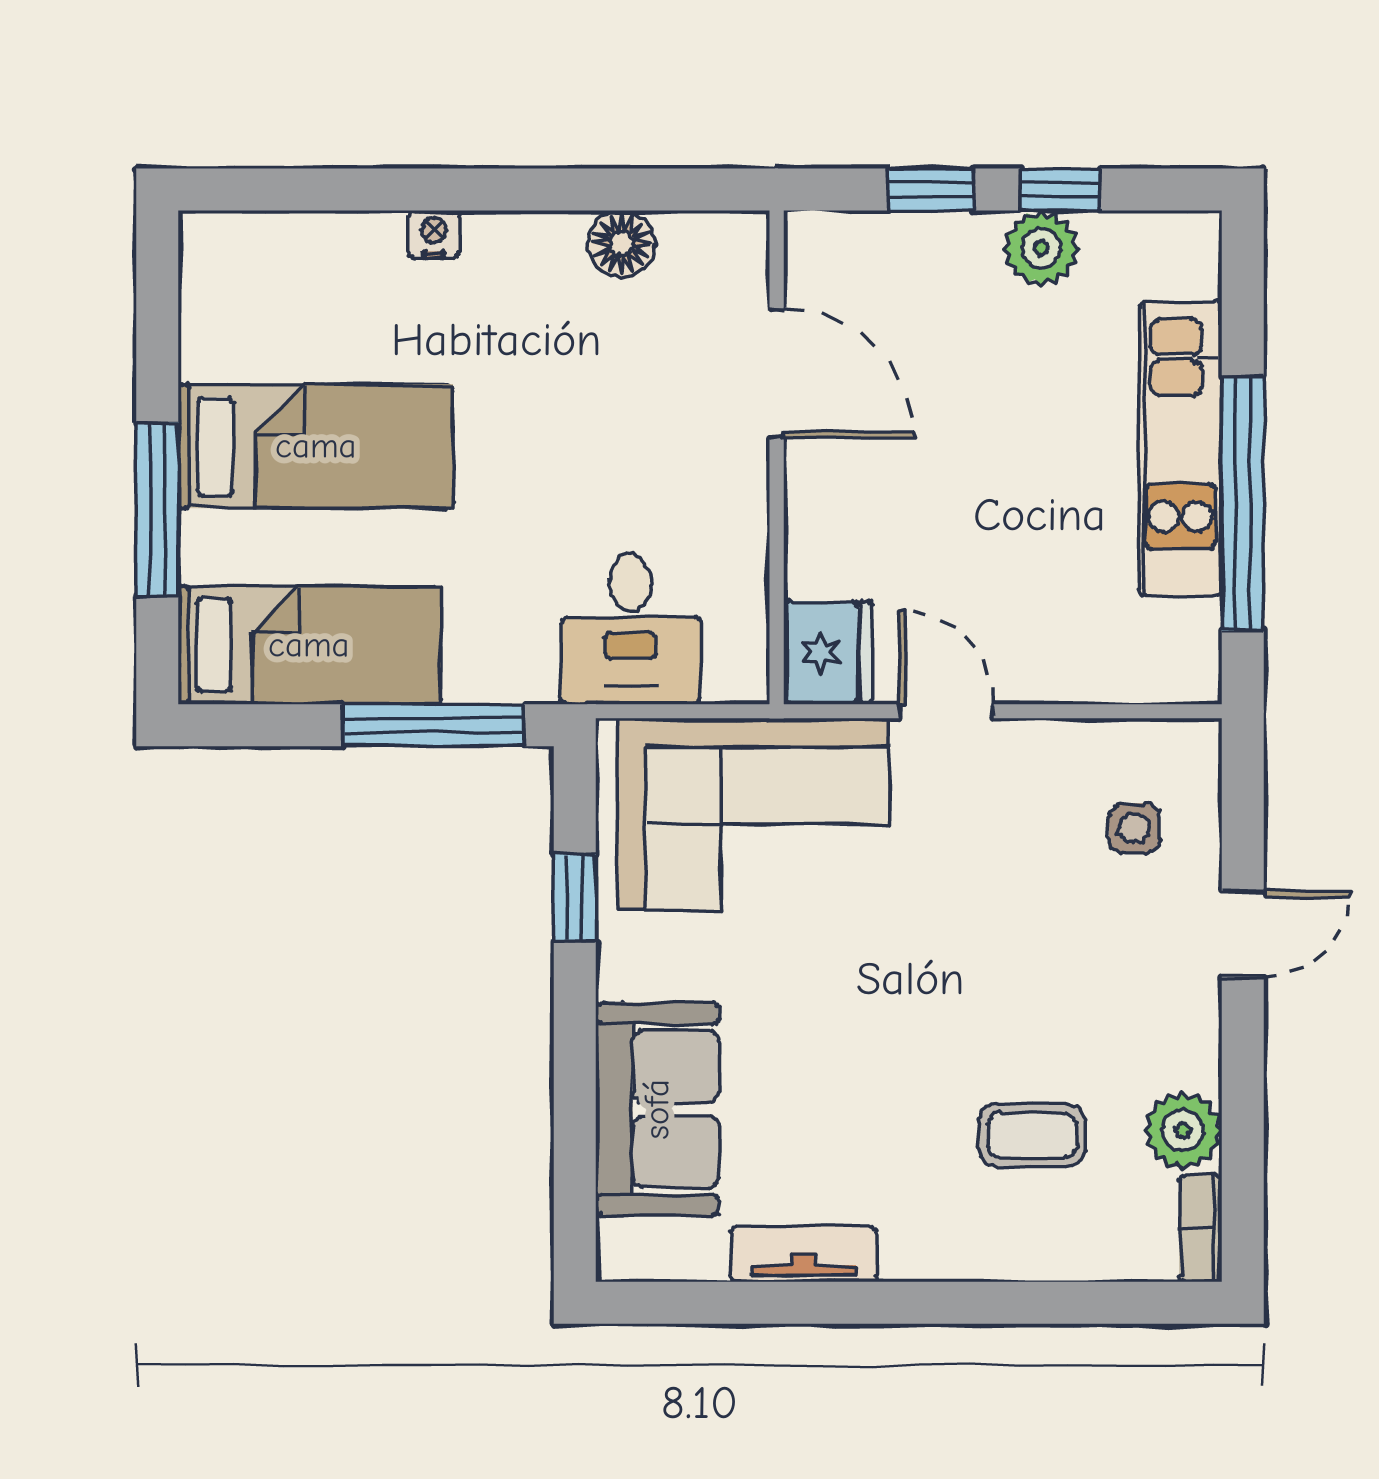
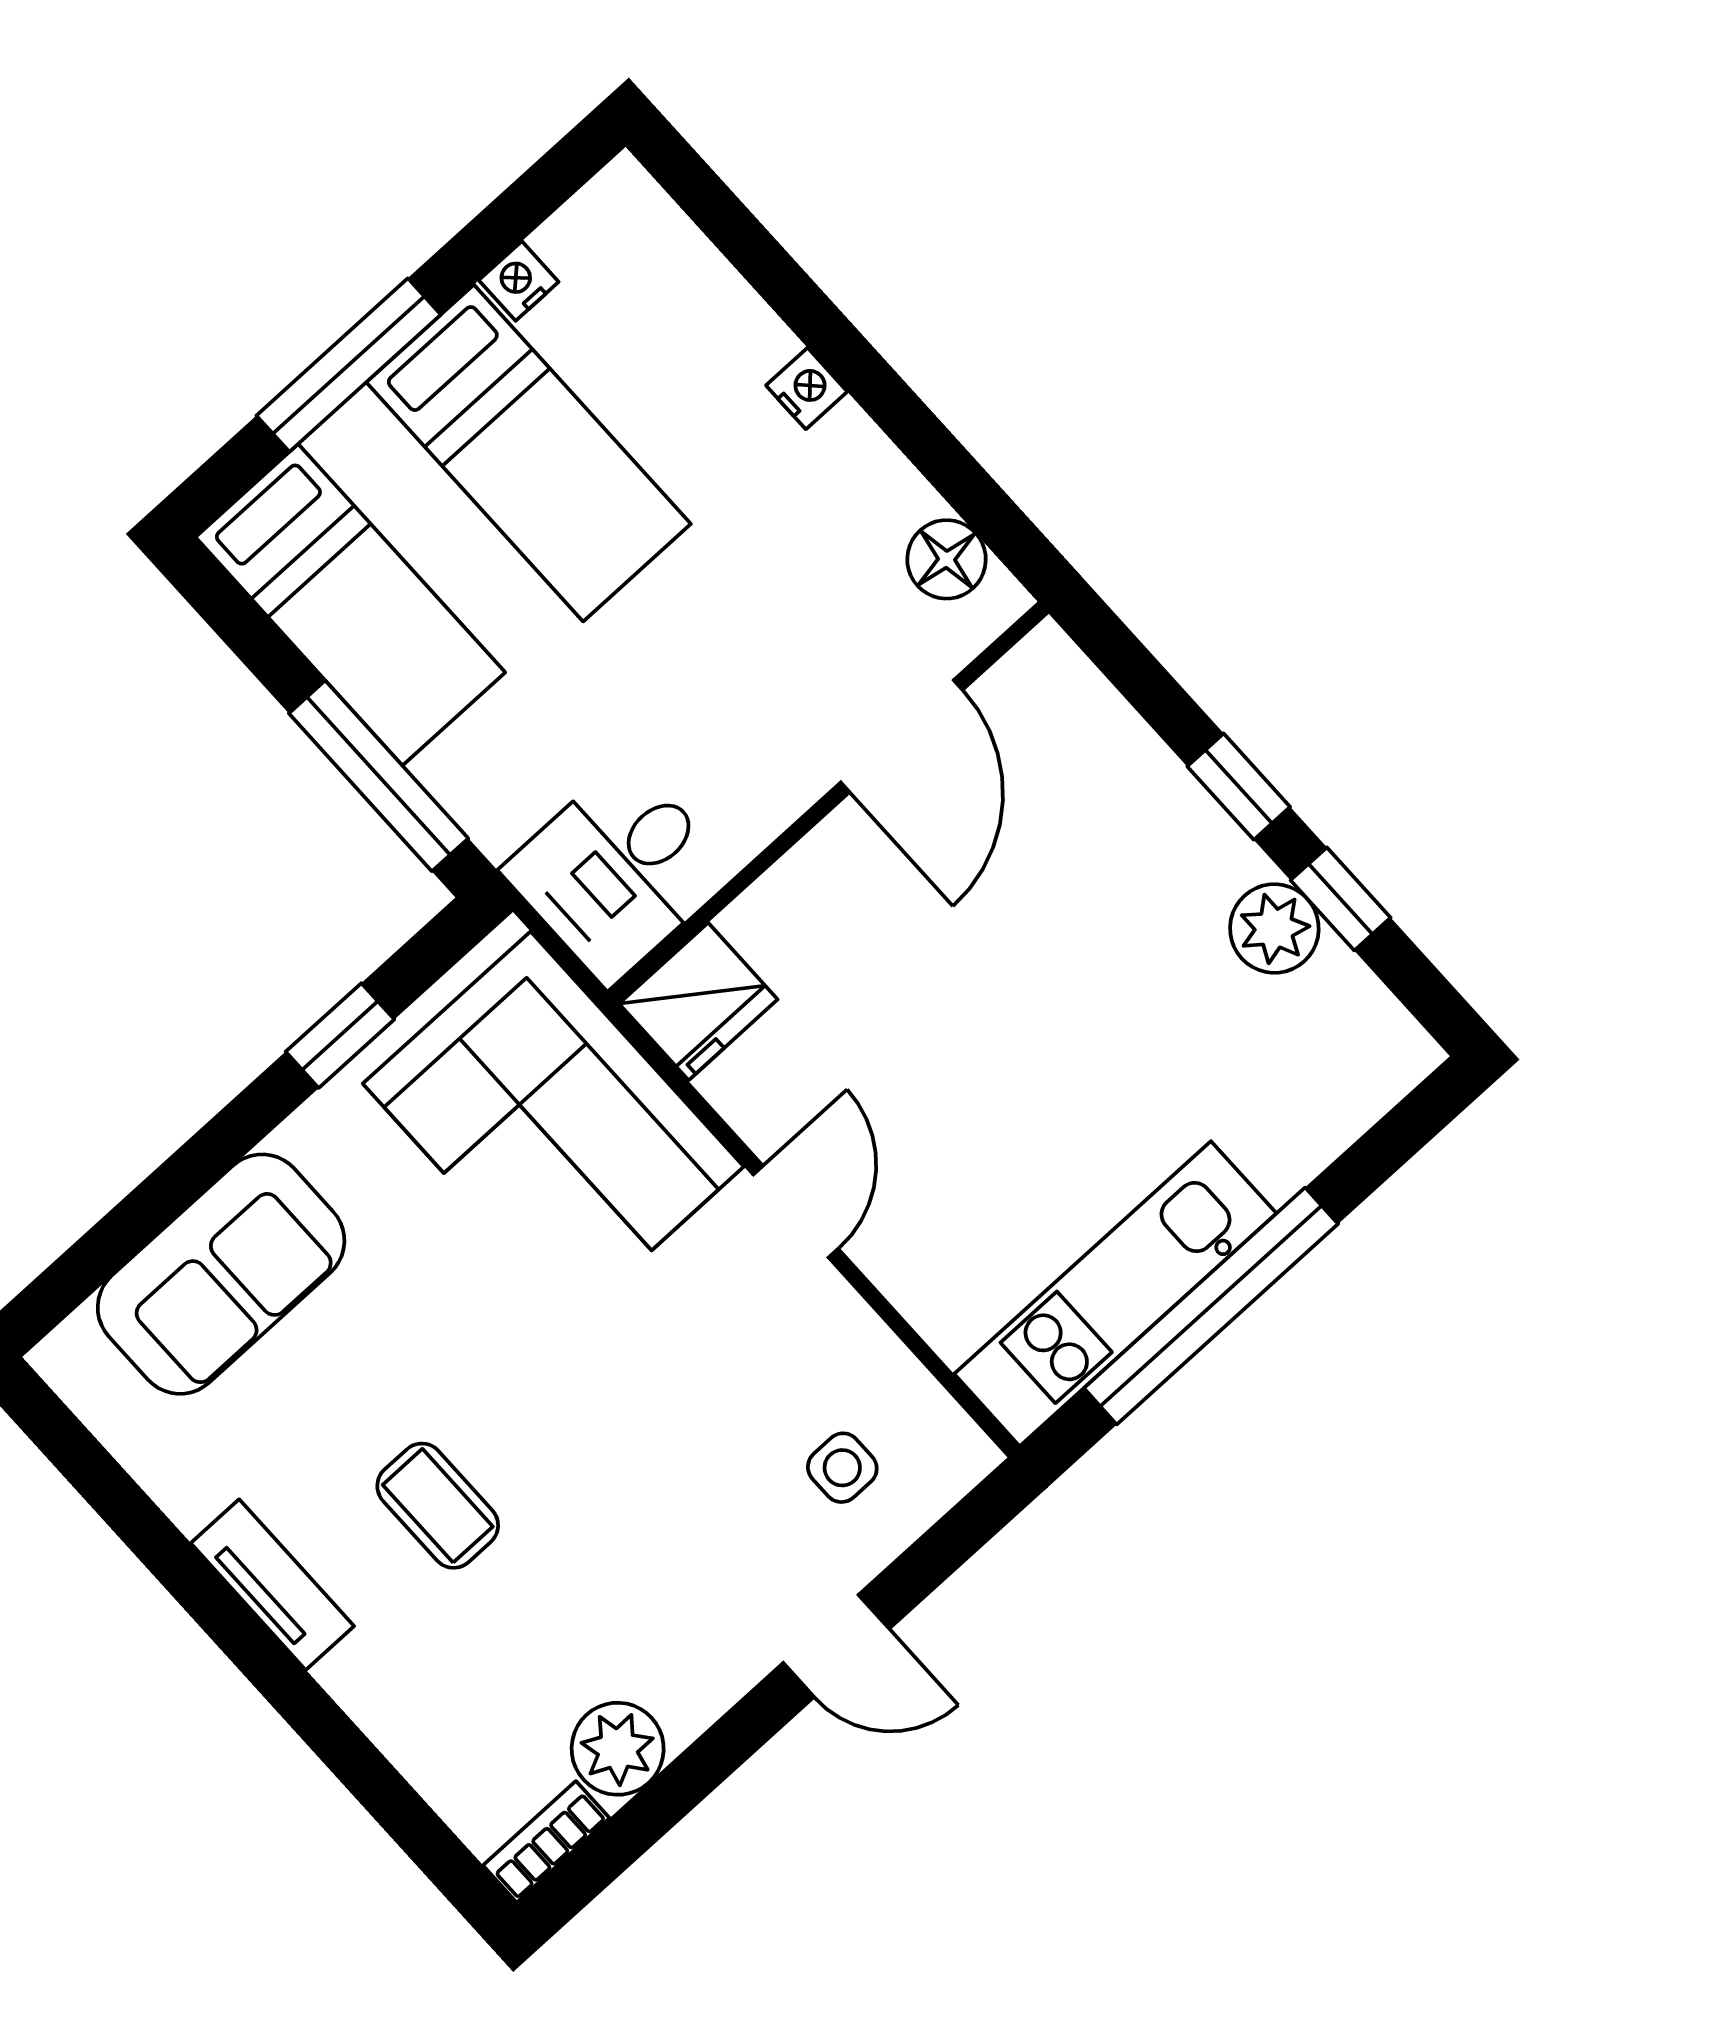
nightstand: (202, 354) -> (519, 281), added
door: (777, 373) -> (902, 736), moved
kitchen unit: (1180, 449) -> (1115, 1294), moved
wall: (777, 457) -> (828, 803), moved
fridge: (828, 653) -> (698, 1001), moved
coffee table: (1032, 1135) -> (438, 1506), moved
tv unit: (804, 1254) -> (272, 1585), moved

